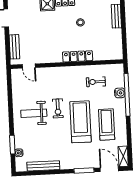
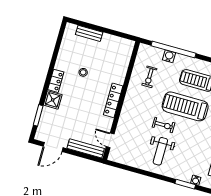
bench: (14, 47) -> (86, 148), width x1.36
locker: (78, 56) -> (113, 100), moved
door: (29, 66) -> (110, 140), swing flipped

